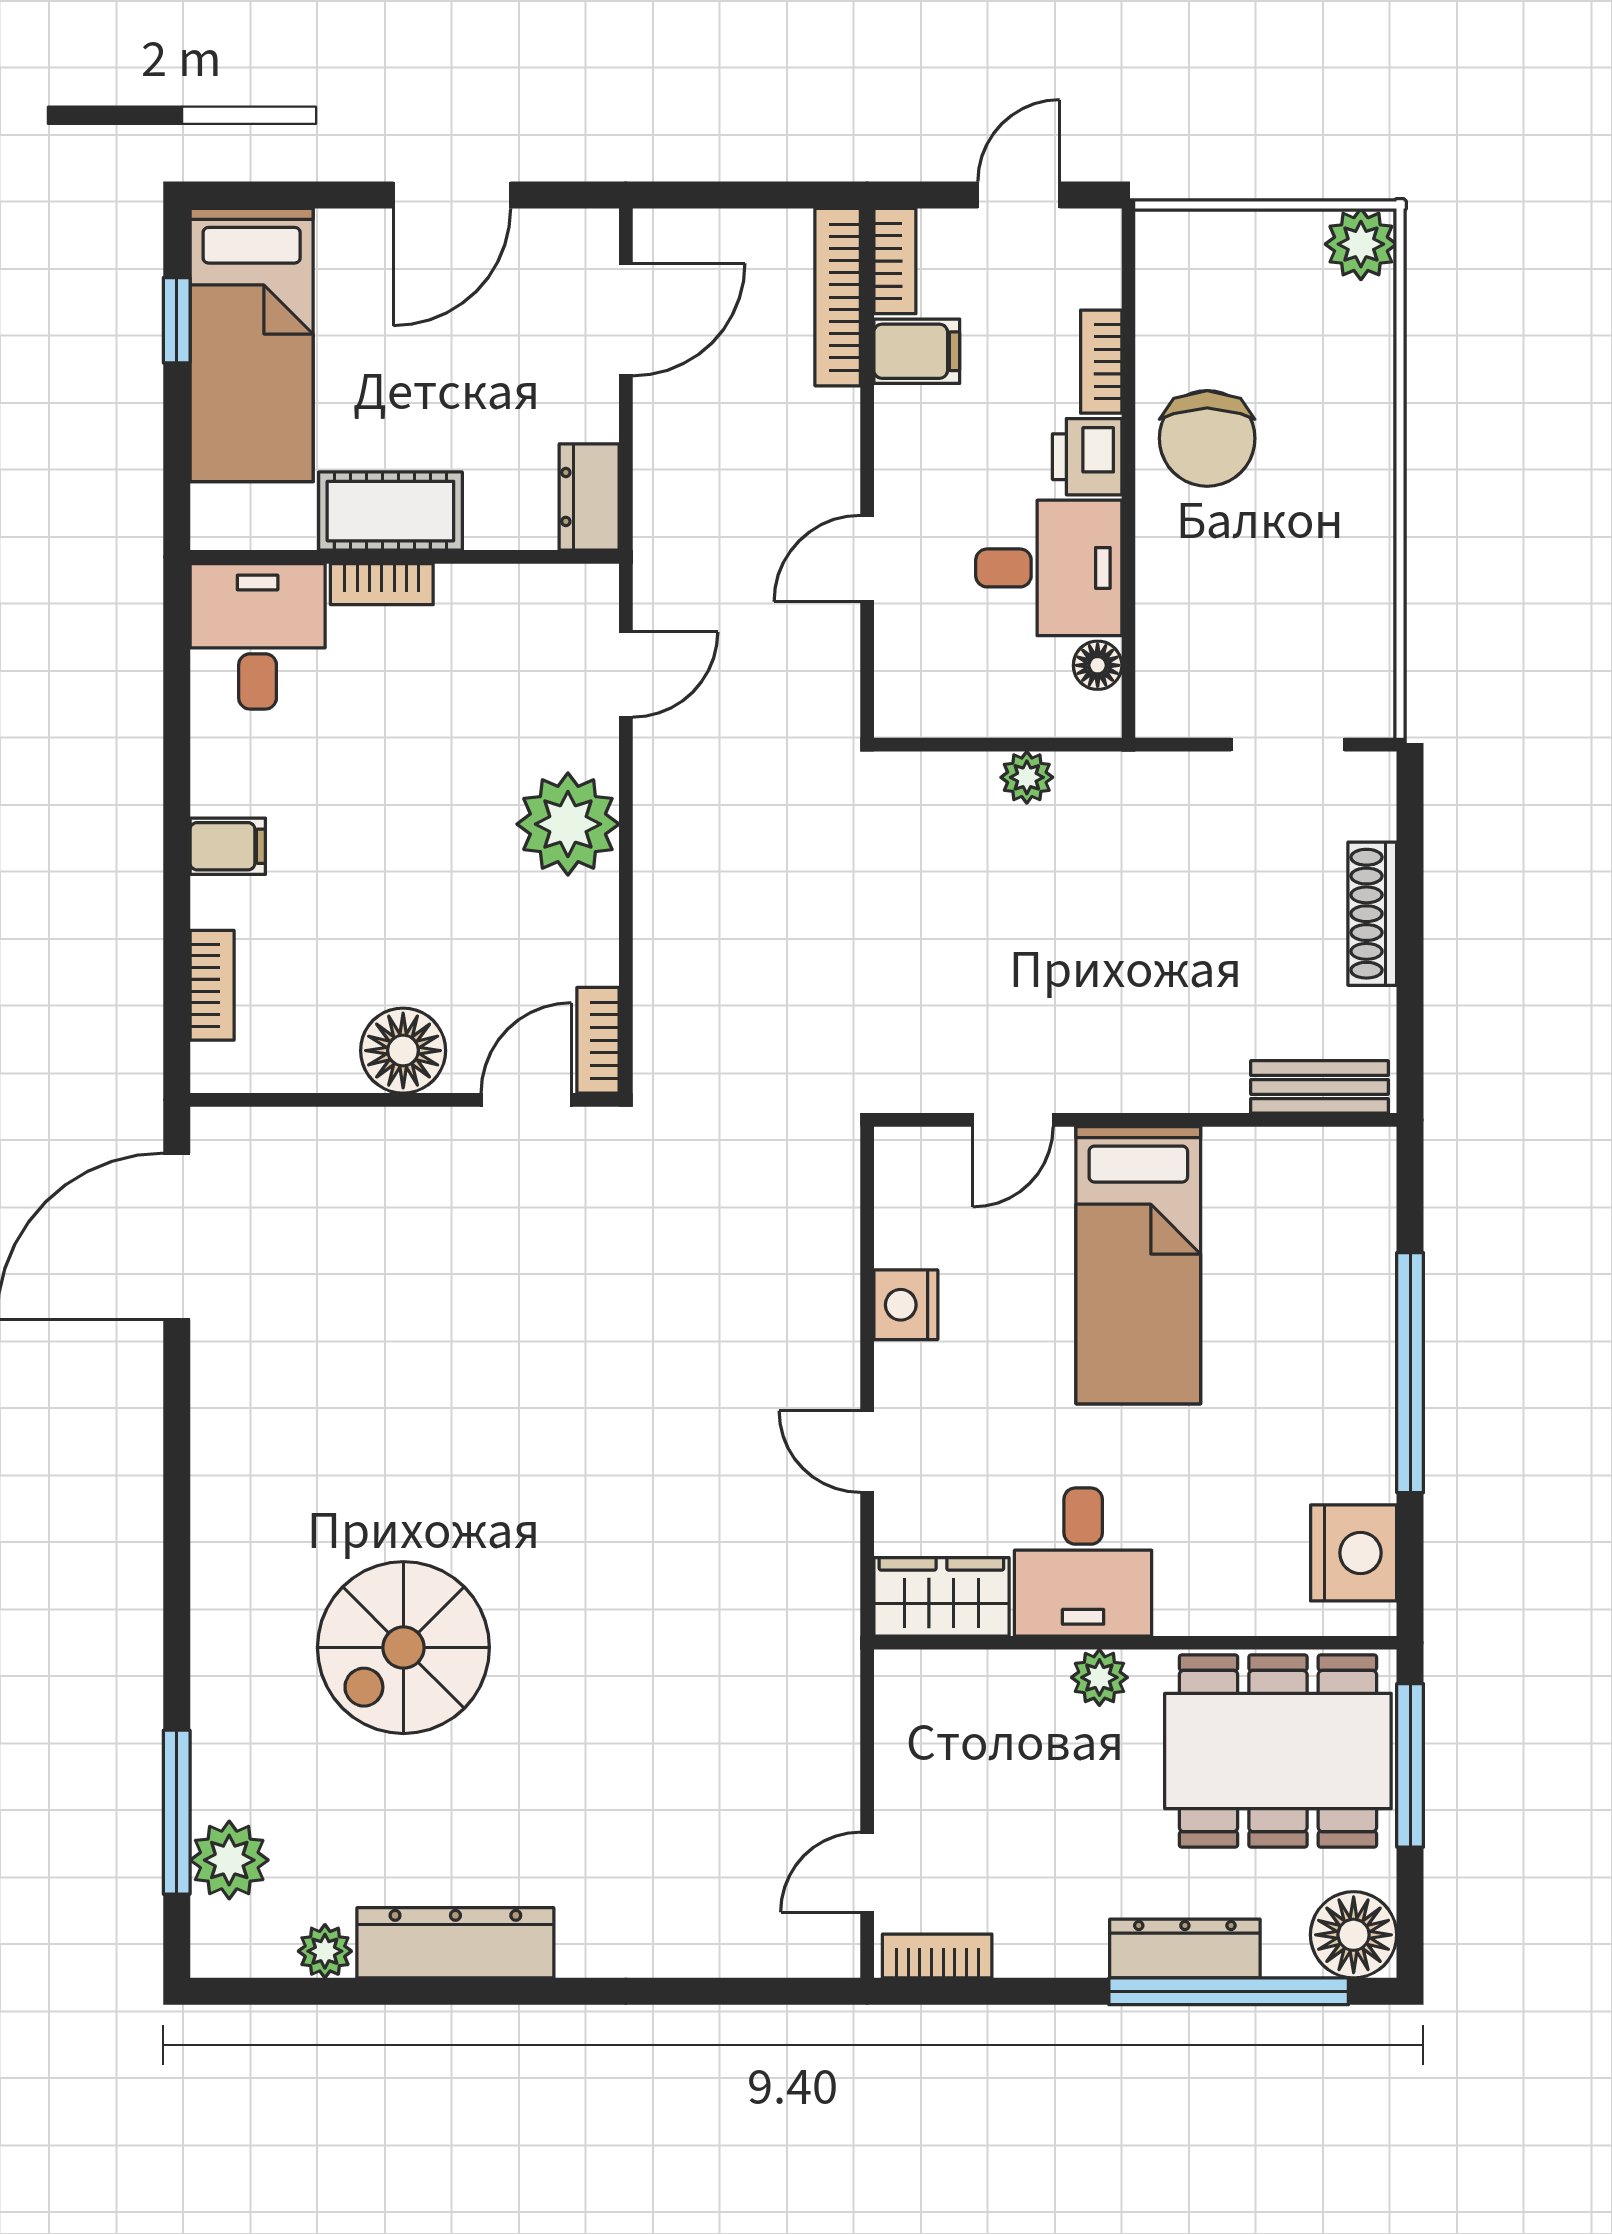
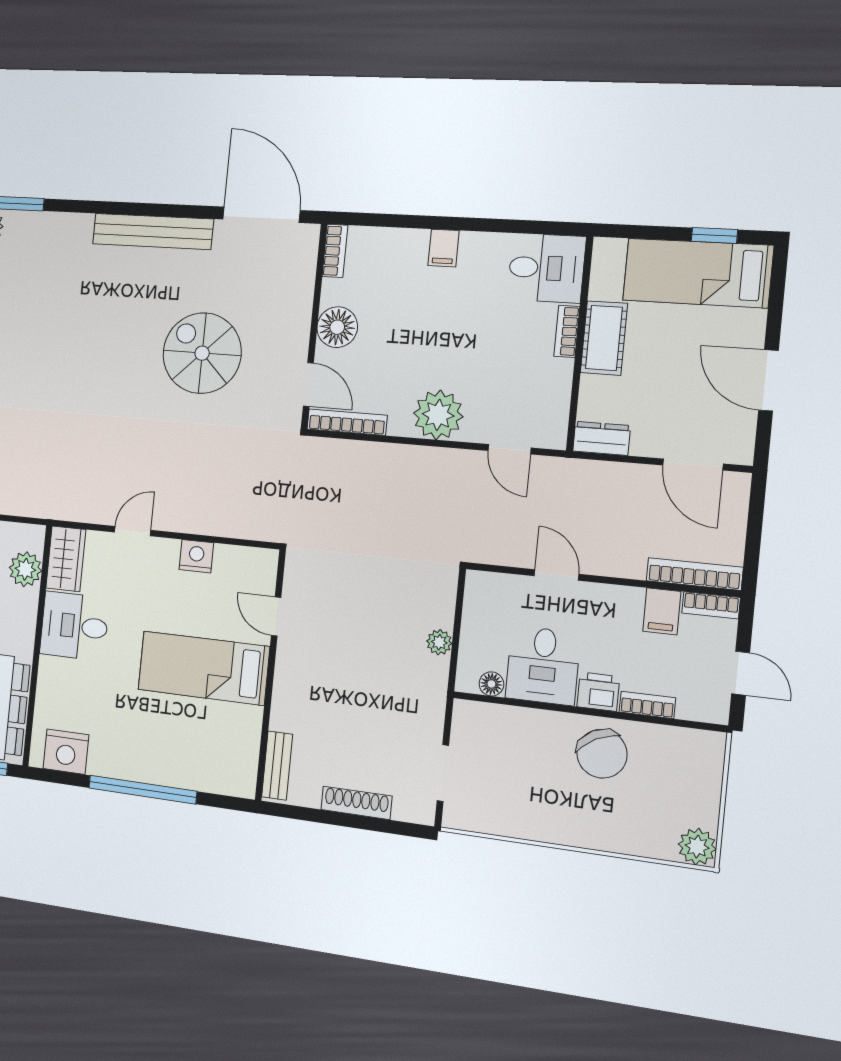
chair: (1207, 438) -> (602, 754), turned -118
bookcase: (212, 985) -> (335, 251), moved, turned -90
bookcase: (598, 1040) -> (347, 422), width x1.56
bench: (223, 1473) -> (153, 231), added
spiral stairs: (403, 1648) -> (202, 353), moved
plant: (1099, 1677) -> (25, 569), moved, width x1.38, depth x1.38

